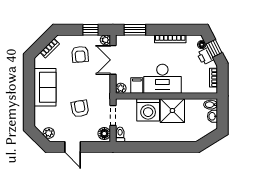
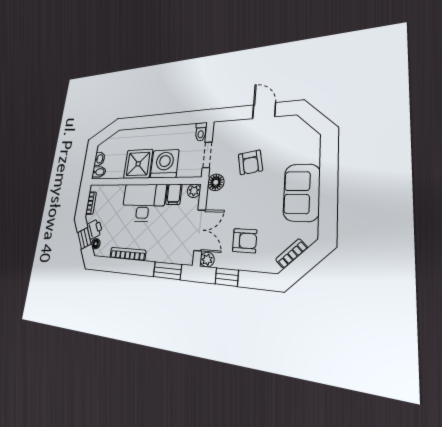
armchair: (80, 54) -> (245, 241), turned 94
plant: (49, 133) -> (298, 126), removed
floor lamp: (104, 134) -> (216, 182), moved

